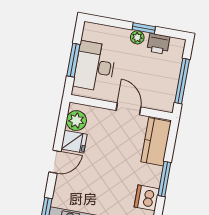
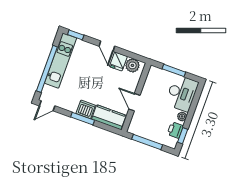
window: (144, 28) -> (183, 136), moved
desk: (95, 66) -> (182, 93), moved, turned 90
door: (128, 109) -> (134, 102), swing flipped
dishwasher: (147, 198) -> (86, 109), moved

